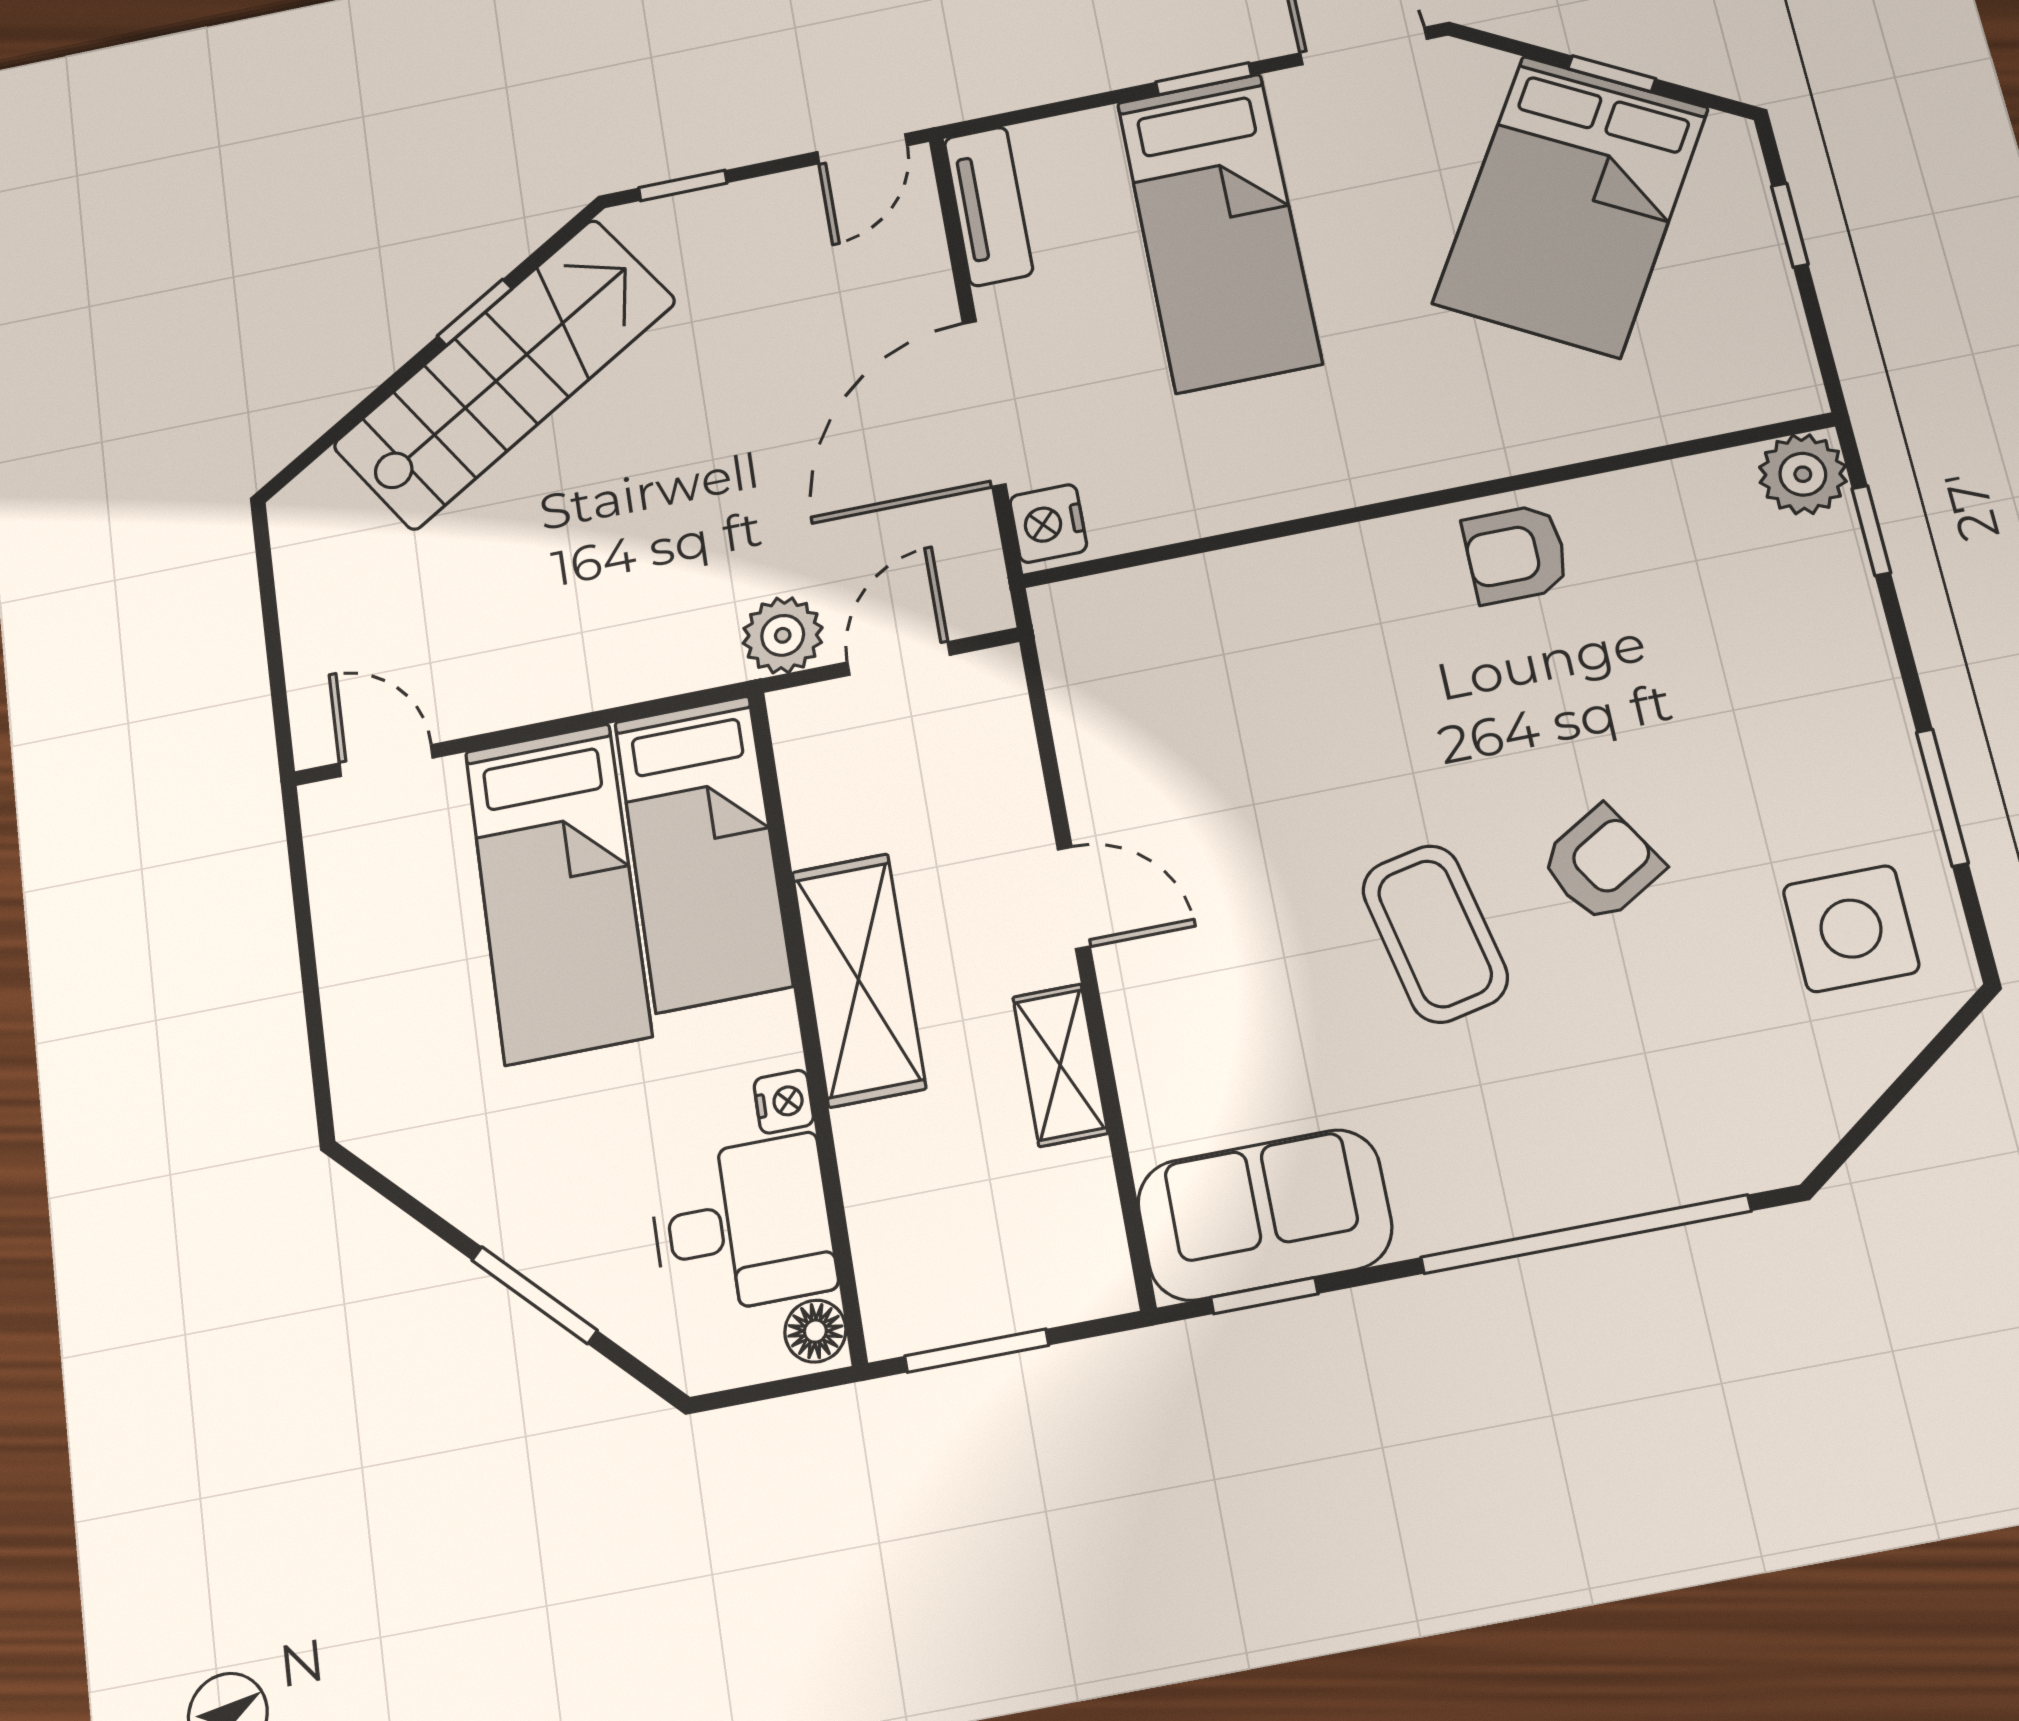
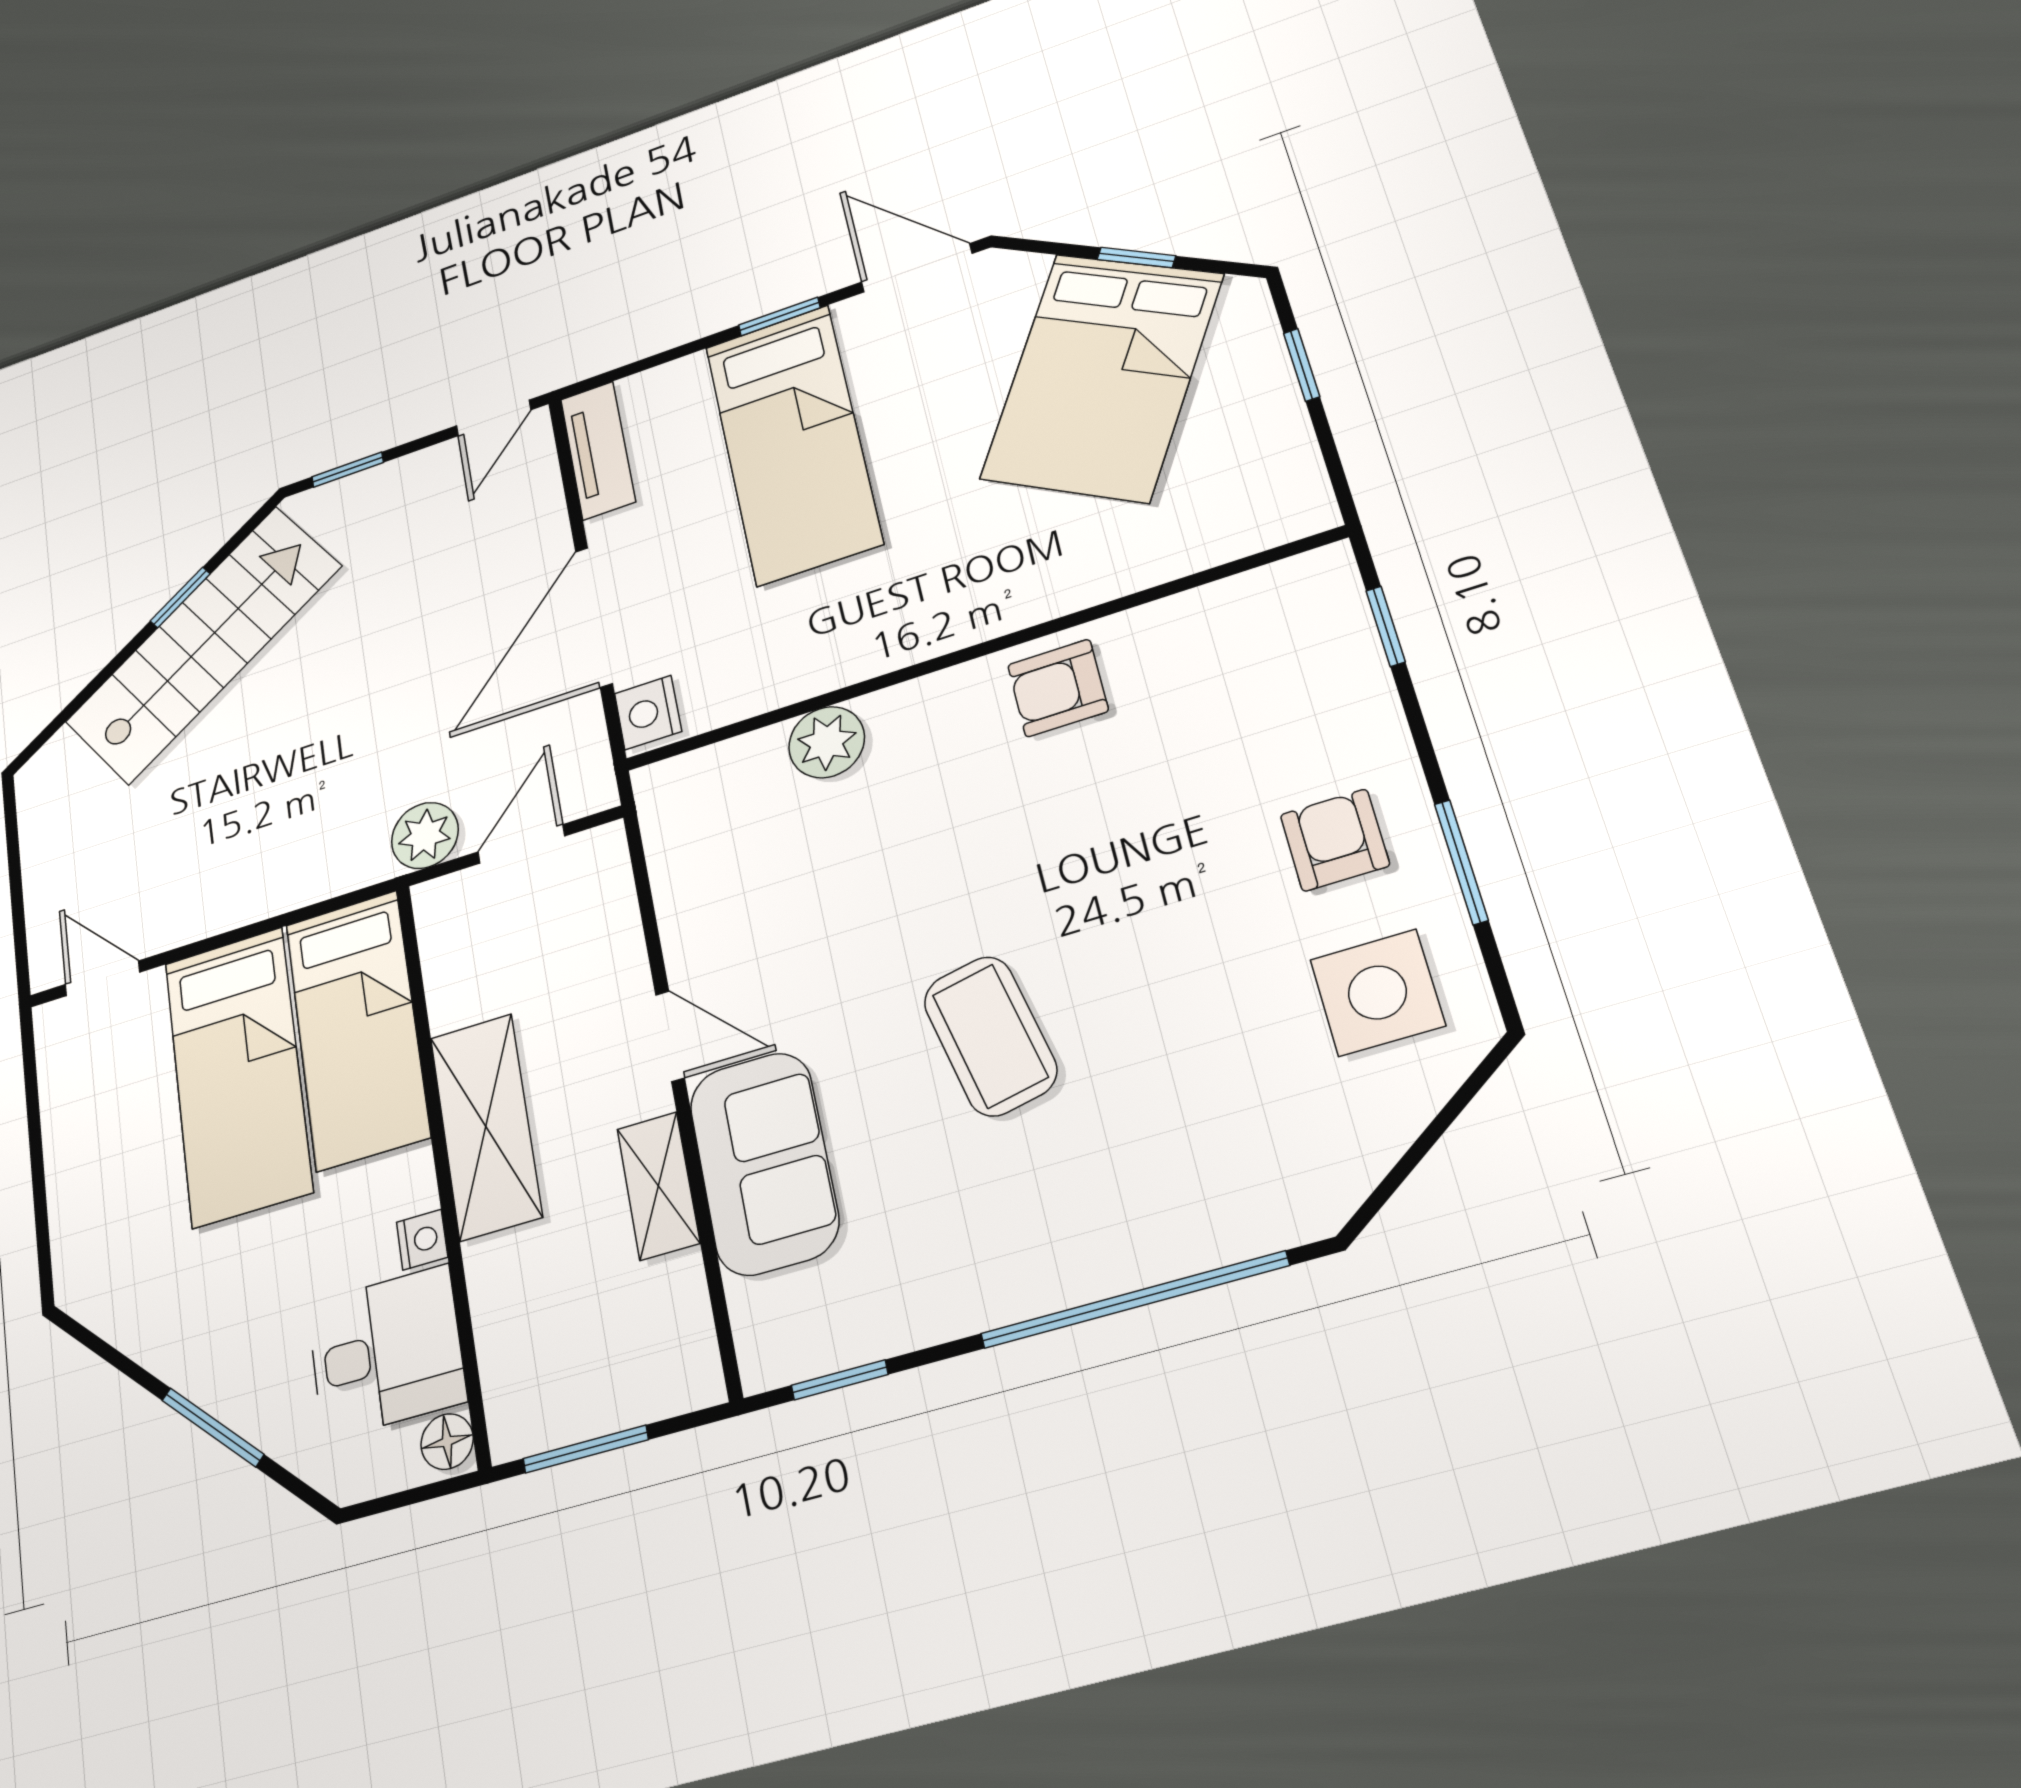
plant: (1803, 474) -> (827, 742), moved
armchair: (1602, 864) -> (1335, 840), moved, turned -59
sofa: (1265, 1215) -> (764, 1163), moved, turned 90

